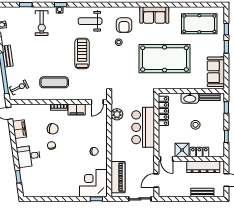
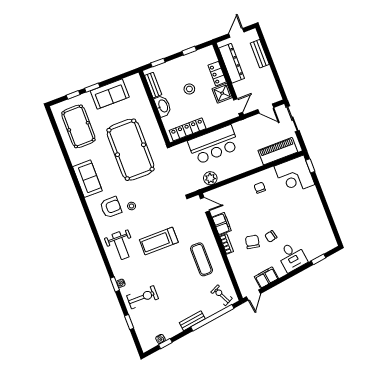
sofa: (216, 72) -> (110, 94), moved

